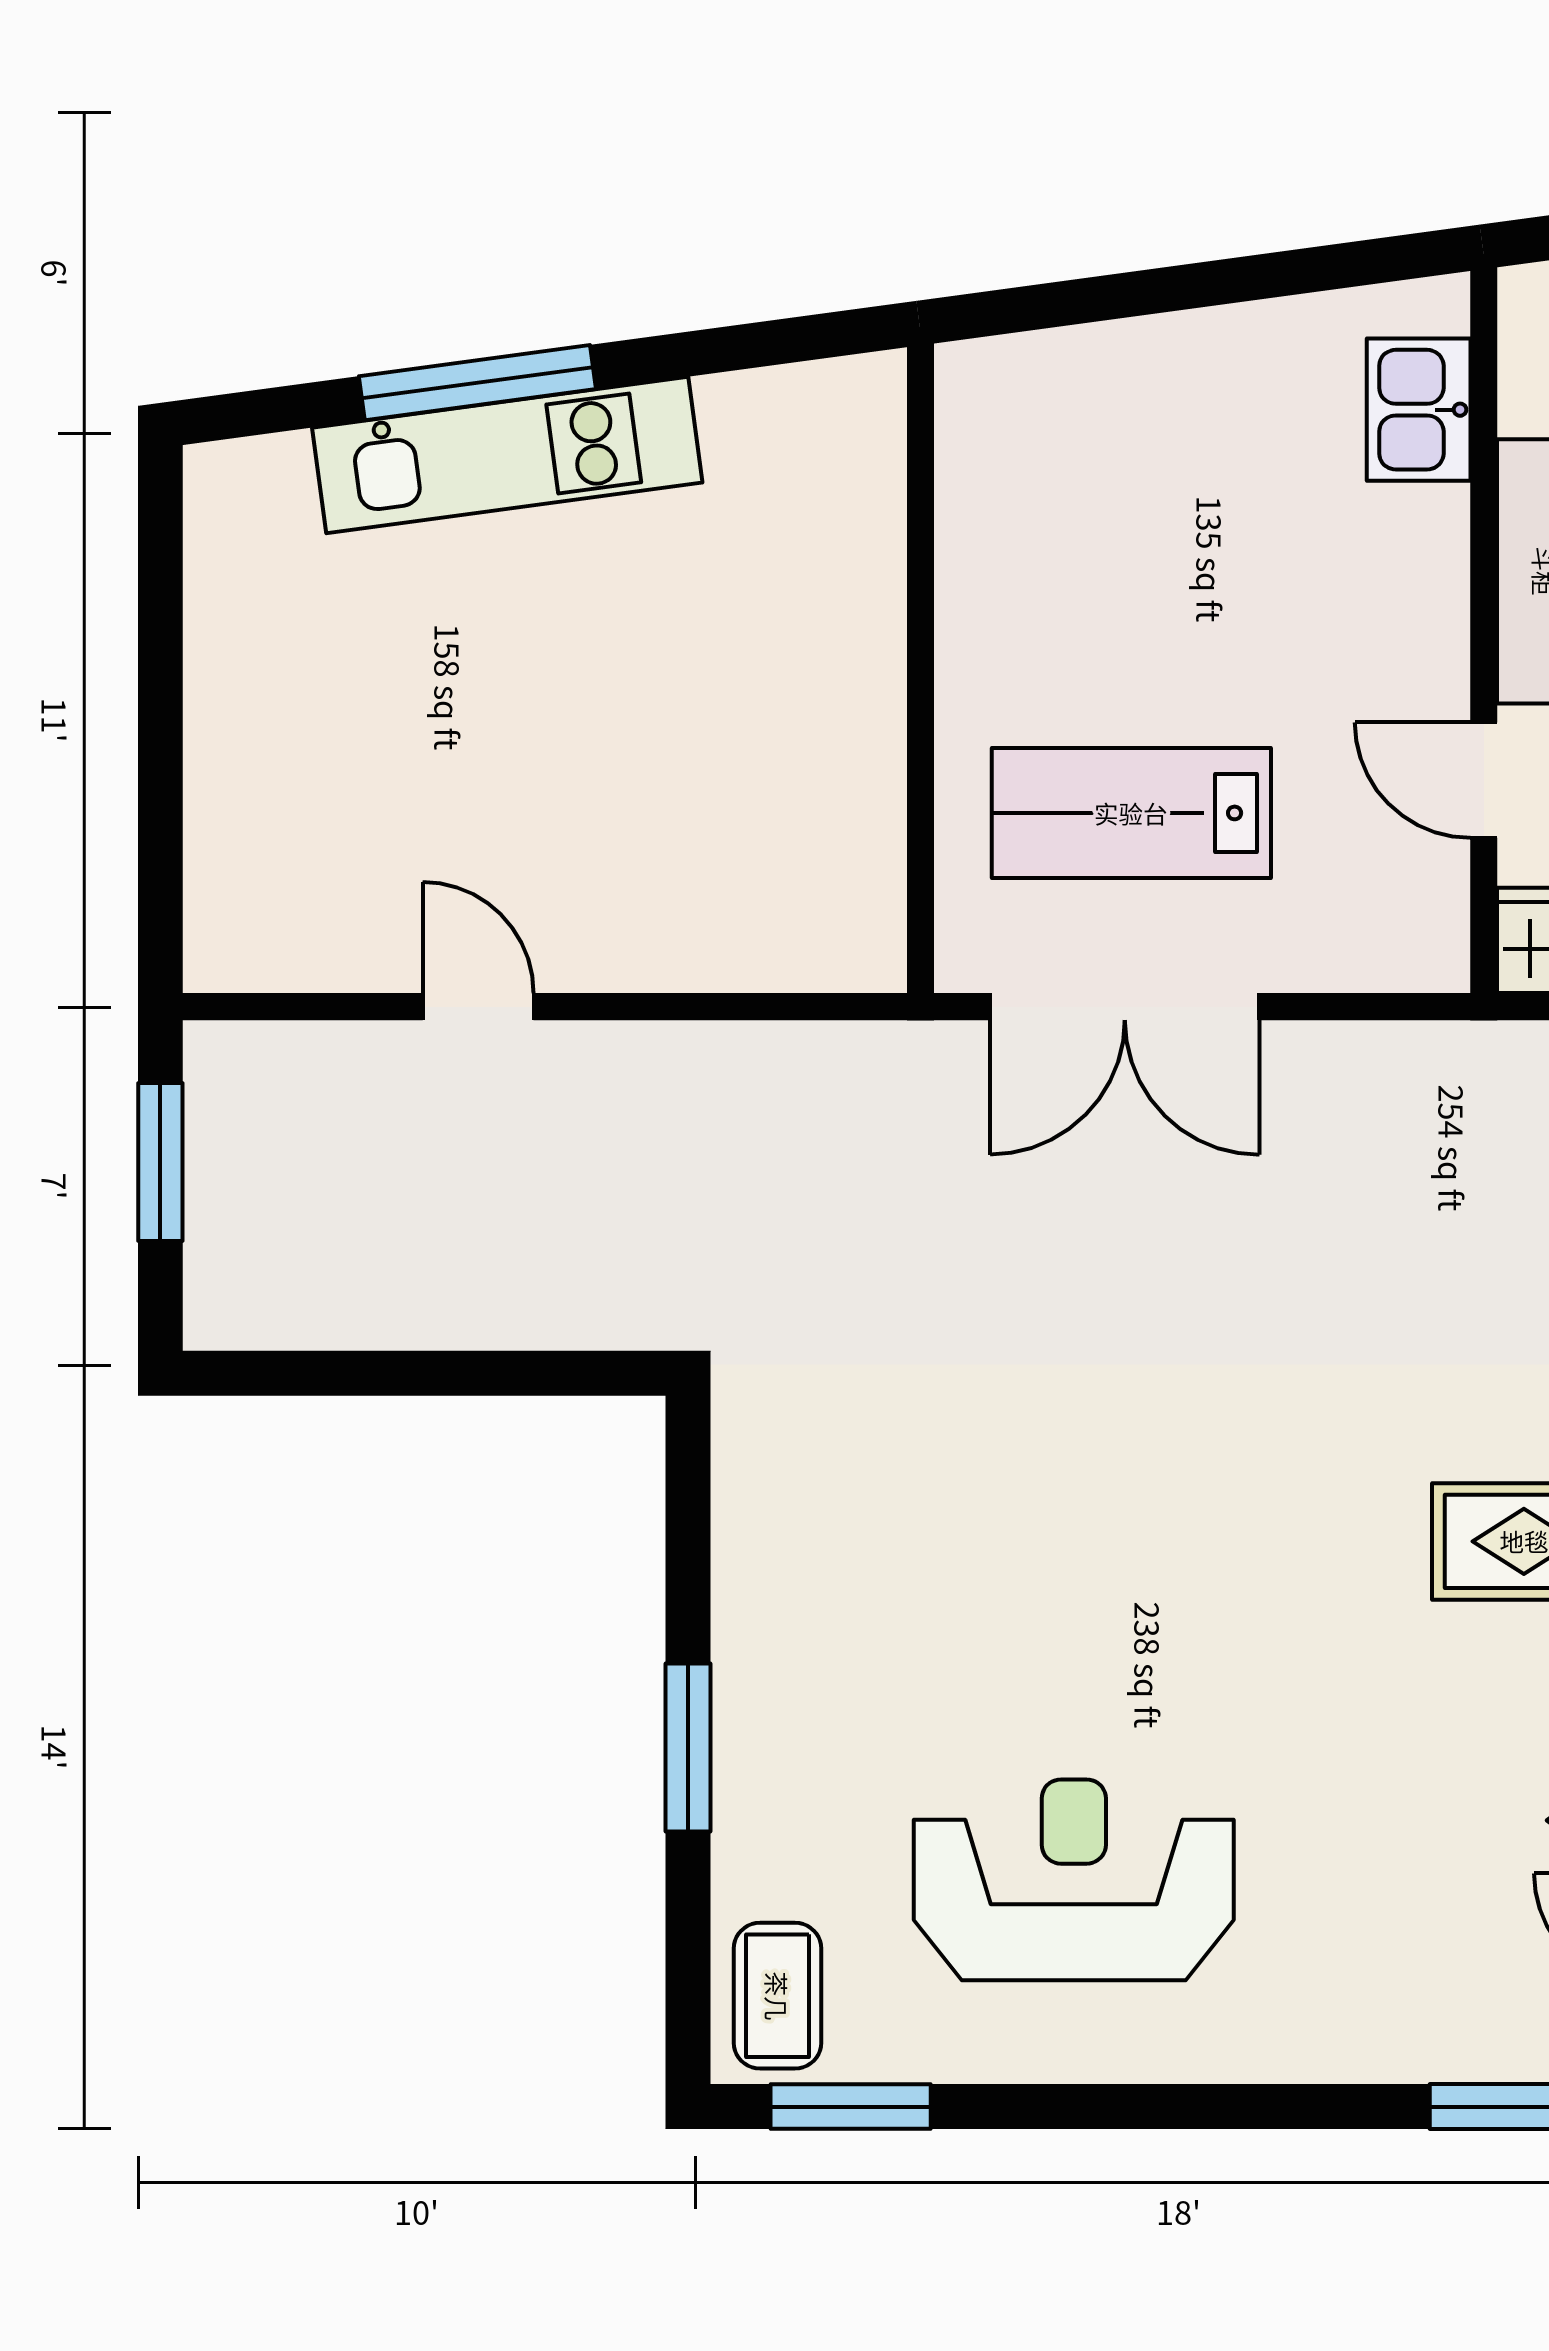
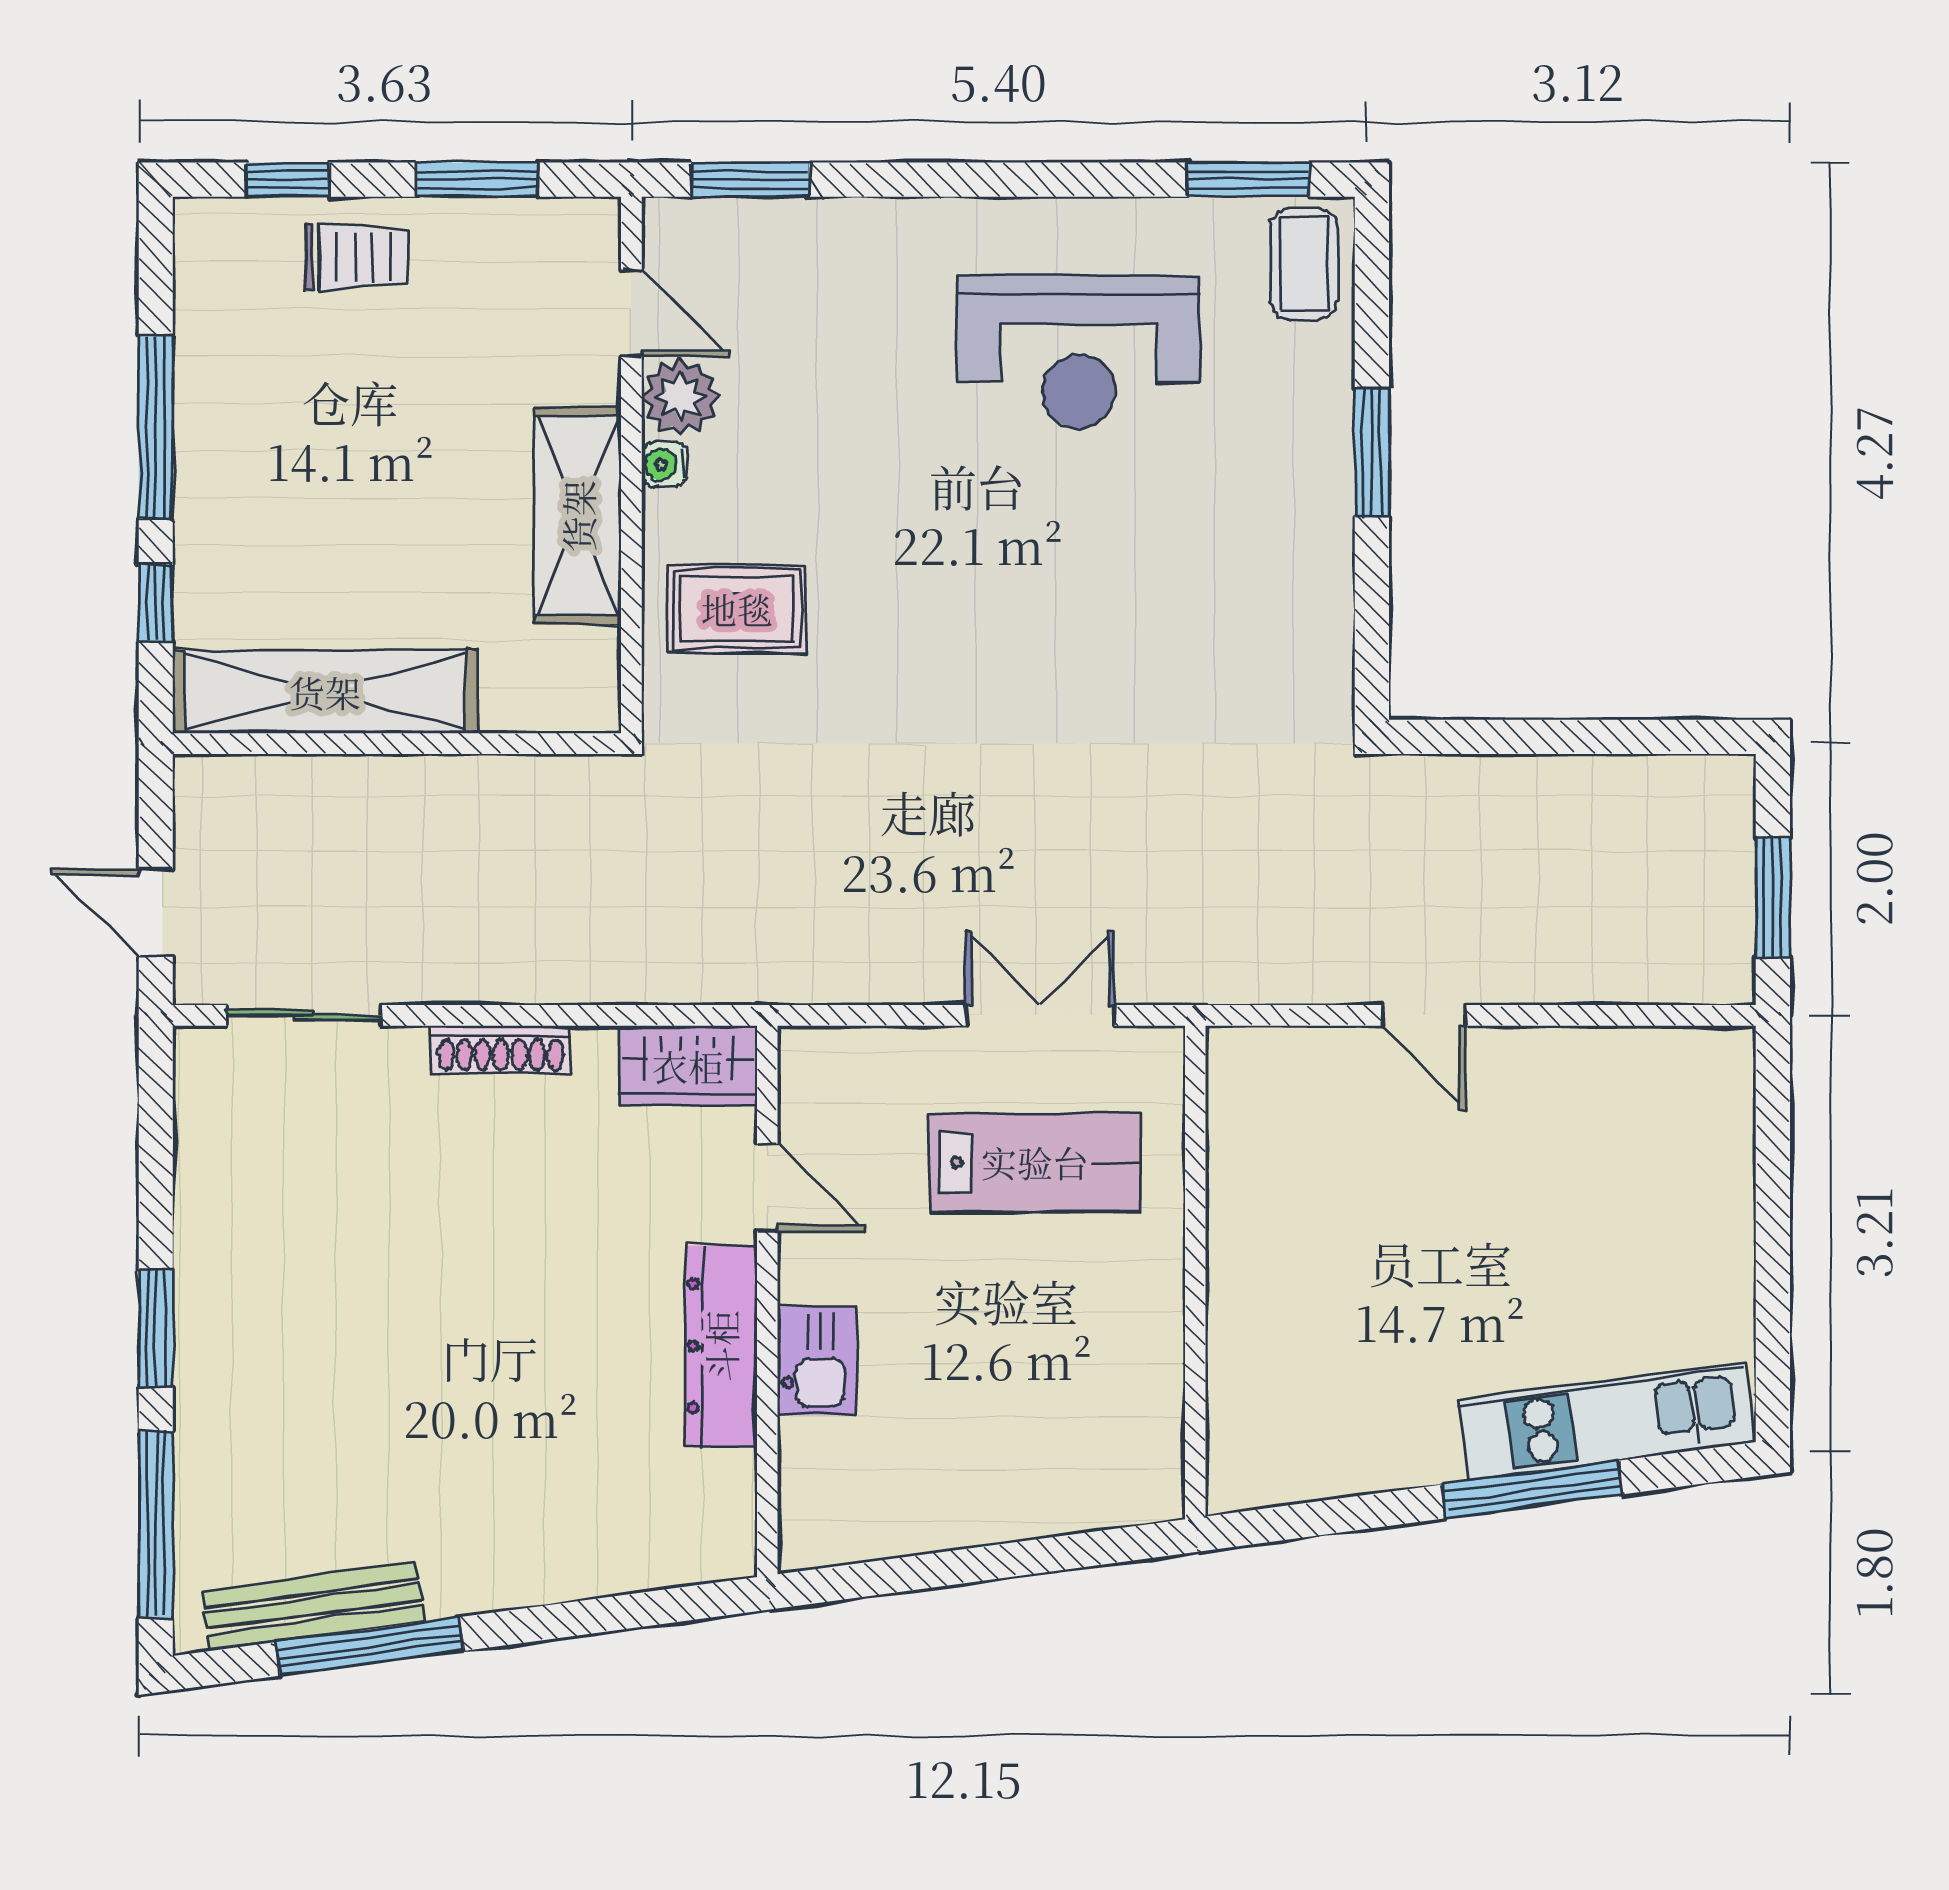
kitchen sink: (1419, 410) -> (817, 1361), moved
kitchen unit: (507, 455) -> (1606, 1421), moved
door: (478, 1007) -> (1424, 1015), moved
double door: (1125, 1007) -> (1040, 1015), width x0.73

